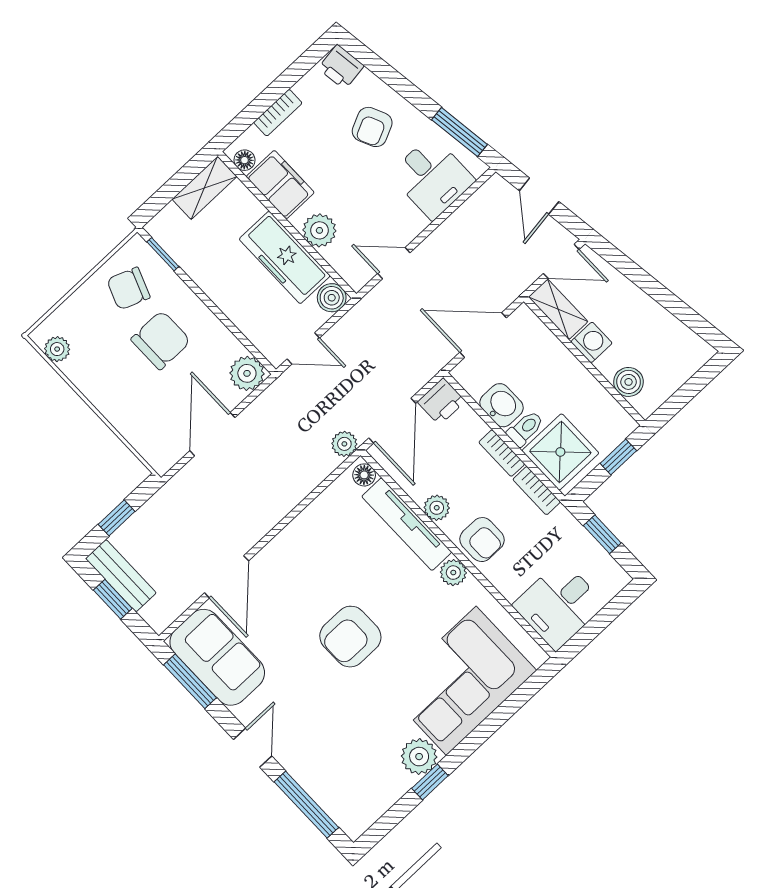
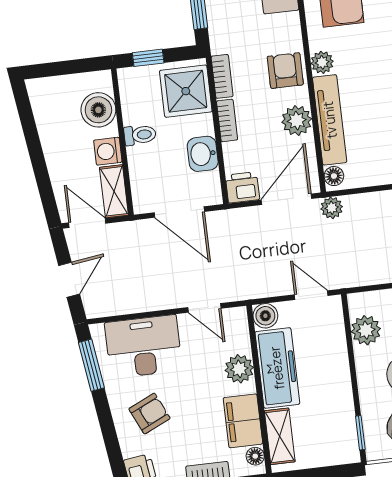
desk: (432, 177) -> (143, 347), width x1.37
shelving: (204, 188) -> (280, 436), moved, turned 90
plant: (247, 373) -> (366, 330), moved
boiler: (629, 382) -> (98, 110), width x1.36, depth x1.36
toilet: (525, 429) -> (140, 135), moved, turned 180
plant: (437, 508) -> (297, 121), width x1.38, depth x1.38

